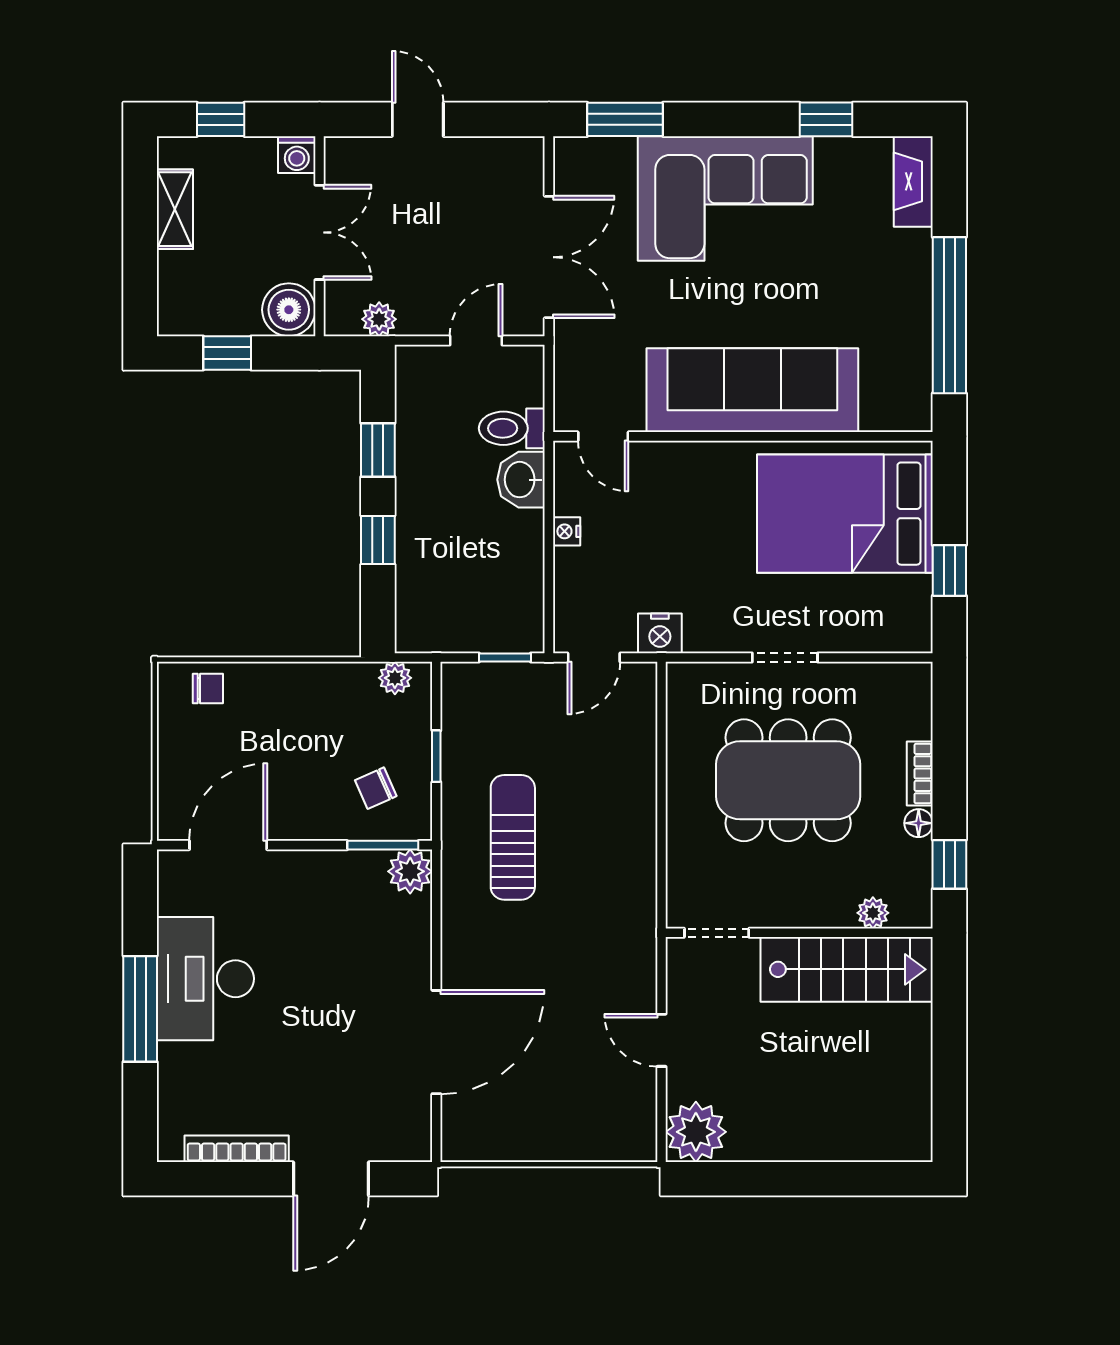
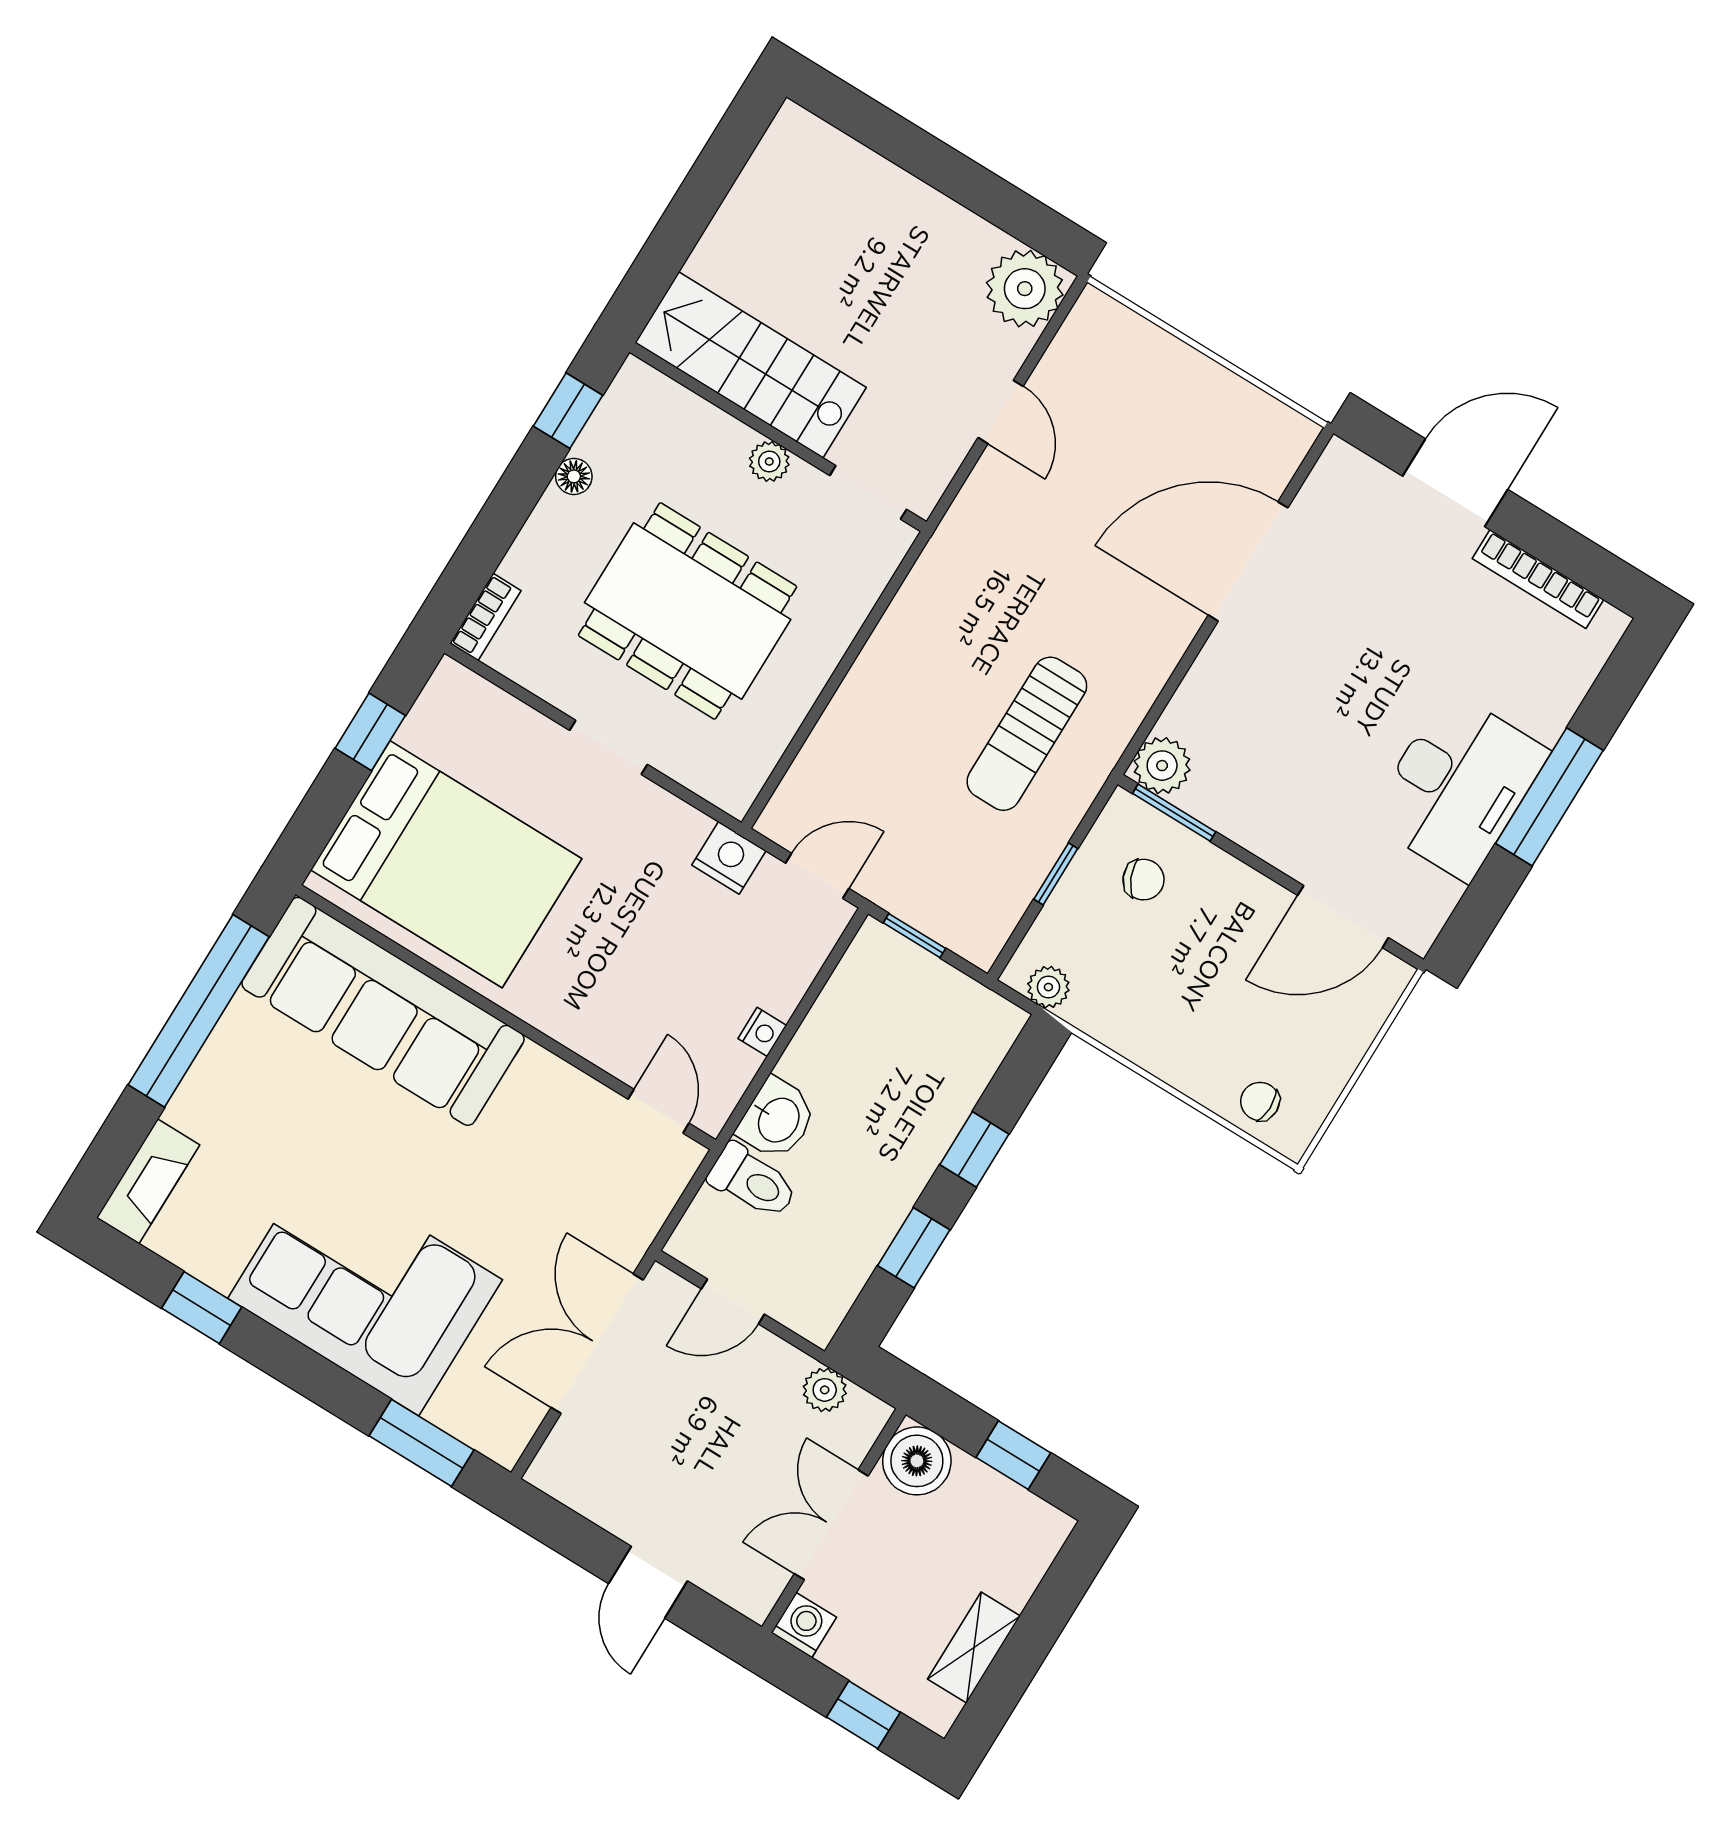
sofa: (752, 390) -> (383, 1011), moved
bookcase: (920, 774) -> (485, 617), moved
plant: (873, 913) -> (769, 462), moved

